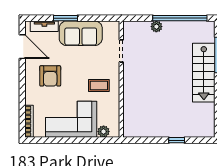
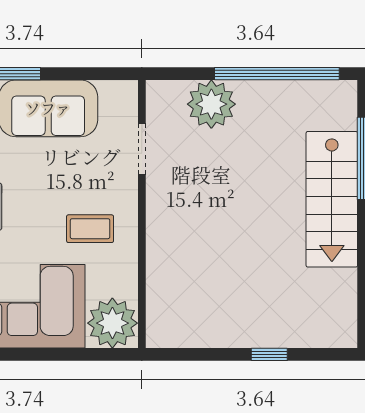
plant: (156, 27) -> (211, 104), width x1.87, depth x1.87
plant: (104, 132) -> (112, 323), width x1.87, depth x1.87

